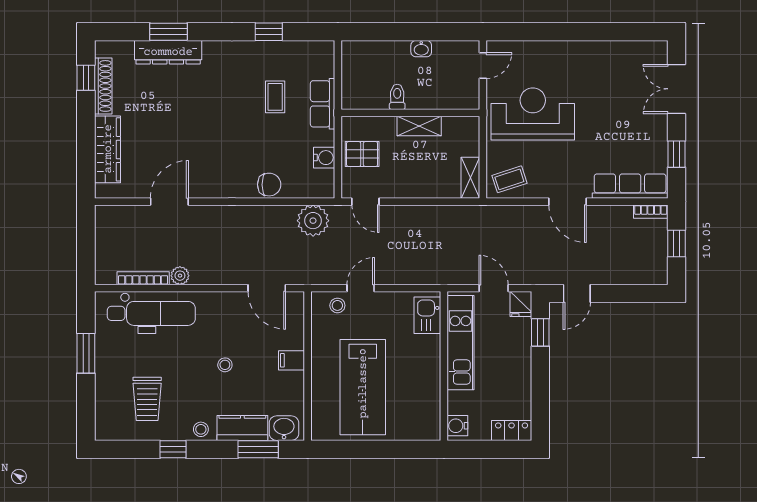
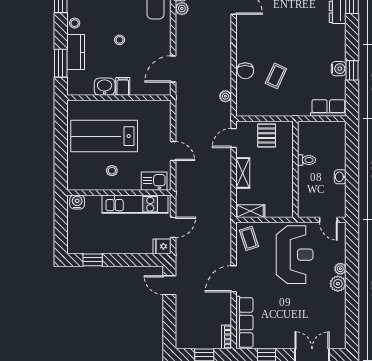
plant: (553, 49) -> (340, 269), added
plant: (574, 52) -> (338, 284), added
coffee table: (275, 97) -> (276, 76), moved, turned -65
row of seats: (323, 104) -> (328, 108), moved
shelving: (419, 126) -> (243, 173), moved
water cooler: (324, 158) -> (339, 69), moved, turned -90
plant: (313, 221) -> (225, 96), width x0.53, depth x0.53
door: (361, 288) -> (173, 151), moved
stool: (337, 305) -> (112, 171), moved
window: (540, 332) -> (93, 260), moved
washbasin: (284, 428) -> (105, 87), moved, turned -90
locker: (512, 430) -> (74, 240), removed

